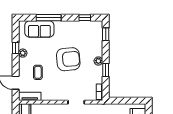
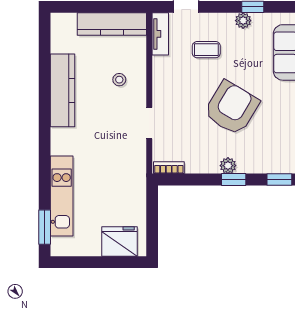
armchair: (68, 59) -> (231, 108), turned -144
window: (106, 70) -> (234, 180), moved

